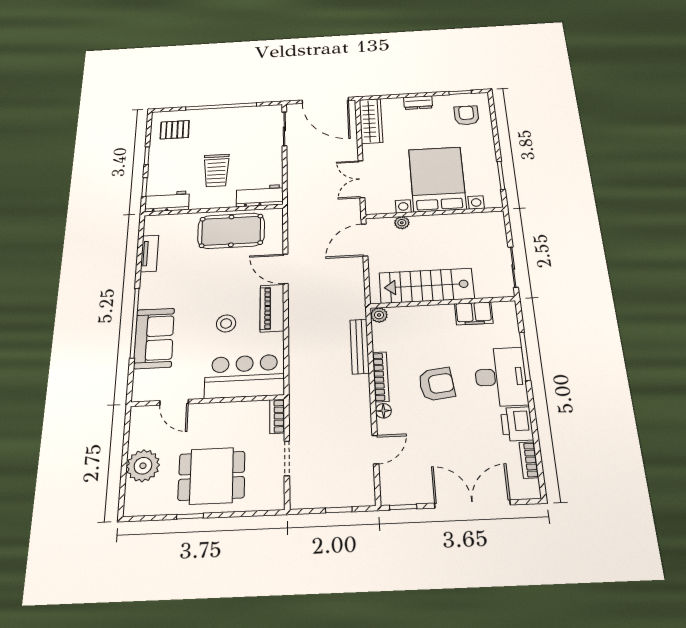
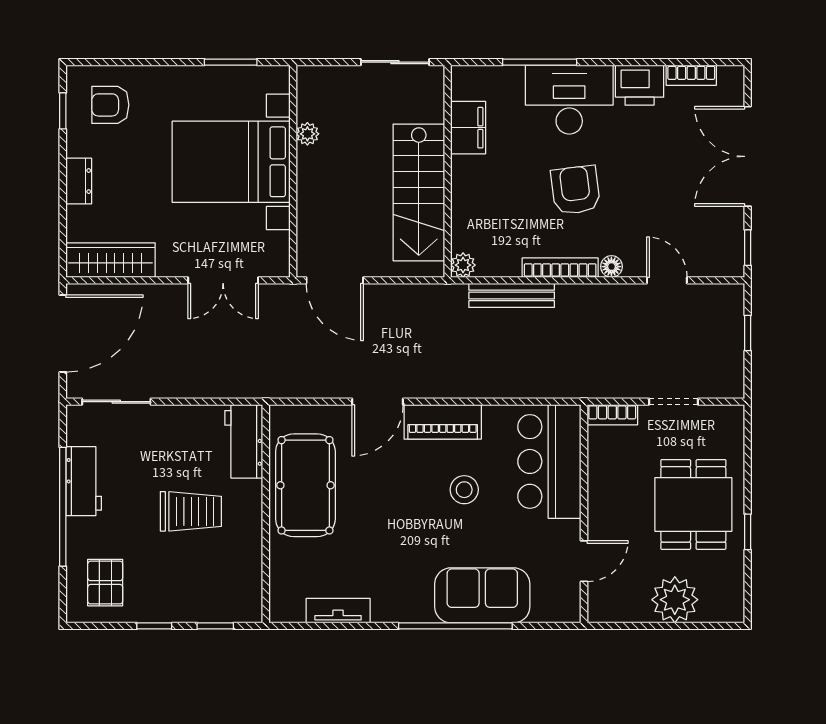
workbench: (167, 201) -> (84, 481), moved, turned 180
plant: (402, 223) -> (307, 134), moved

